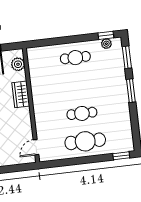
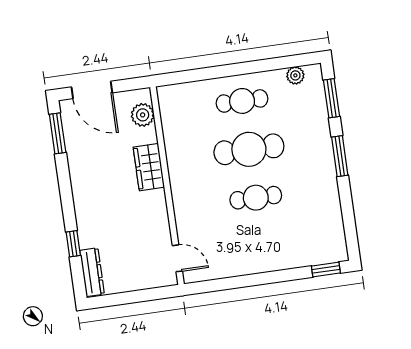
window: (106, 35) -> (294, 61), removed
cafe table: (85, 141) -> (249, 149), moved
door: (36, 147) -> (177, 258), swing flipped

